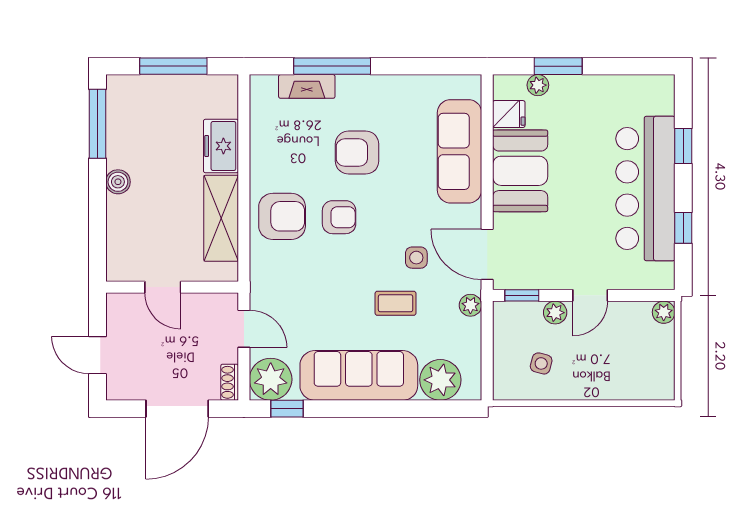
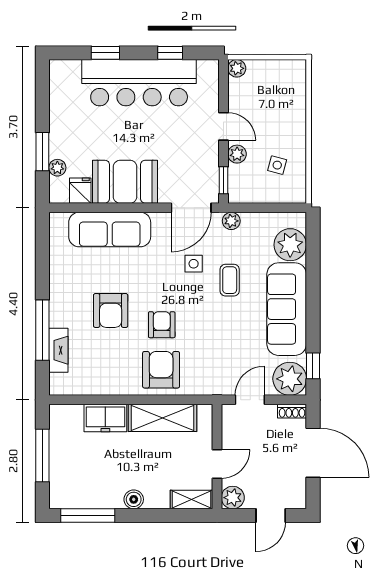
shelving: (118, 255) -> (191, 499), added
plant: (120, 307) -> (233, 498), added

